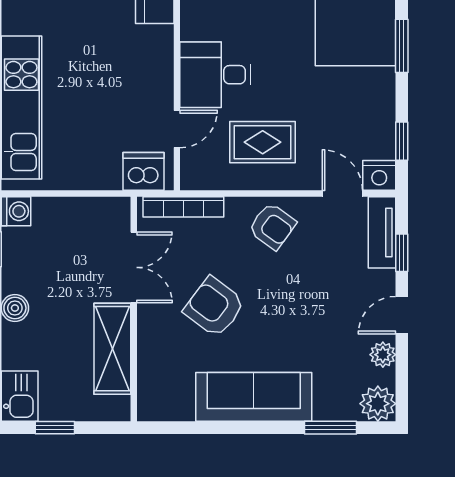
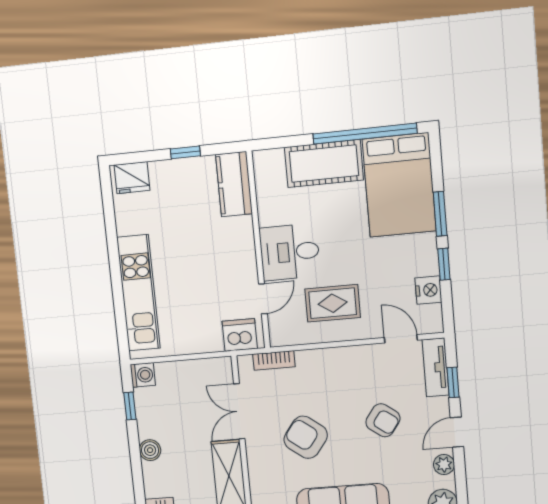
window: (402, 141) -> (444, 264), moved
nightstand: (379, 175) -> (428, 290), moved, turned -90
bookcase: (183, 207) -> (274, 360), width x0.64
armchair: (272, 226) -> (383, 420), moved
double door: (134, 267) -> (239, 411), swing flipped

